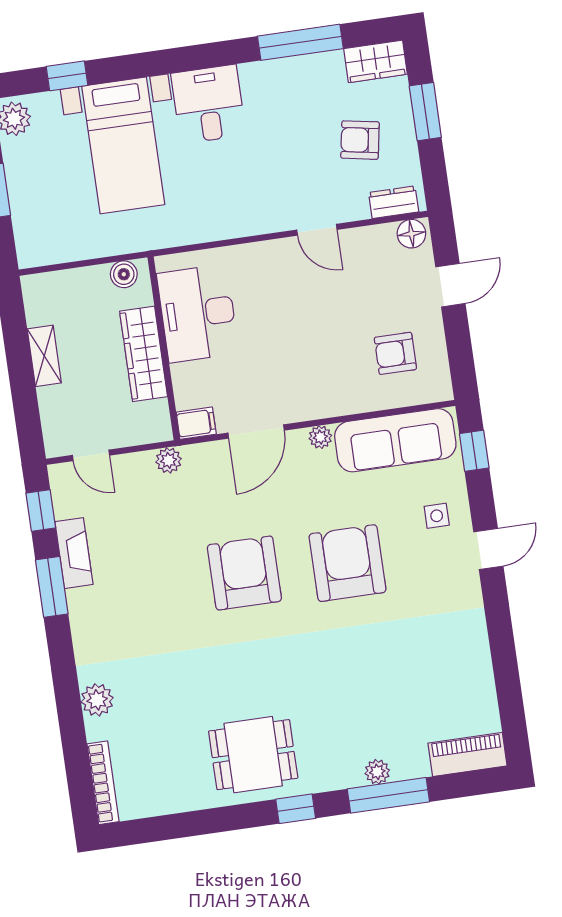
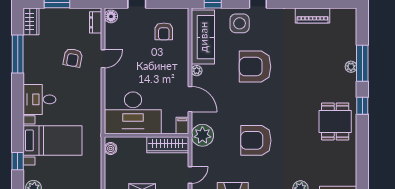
armchair: (360, 140) -> (73, 58), moved
desk: (198, 313) -> (133, 113), width x1.36, depth x1.30
wardrobe: (144, 354) -> (168, 145), moved
plant: (169, 460) -> (202, 135), width x1.88, depth x1.88
side table: (437, 516) -> (240, 23), width x1.87, depth x1.87
armchair: (244, 573) -> (256, 140), moved
piano: (467, 754) -> (313, 16), moved, turned -90

